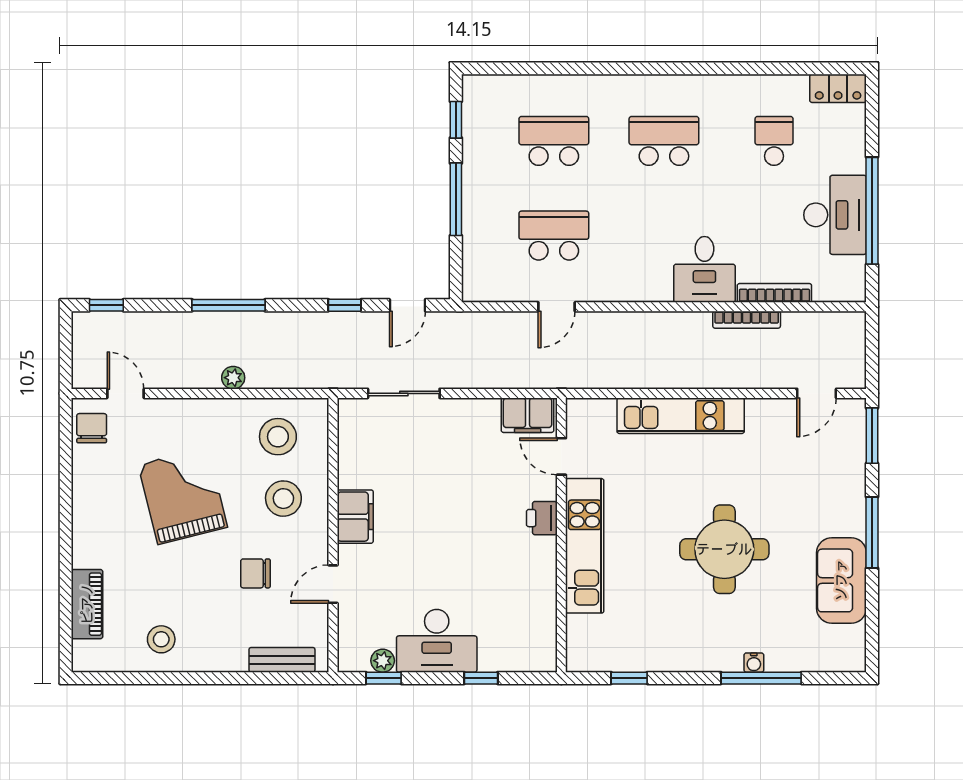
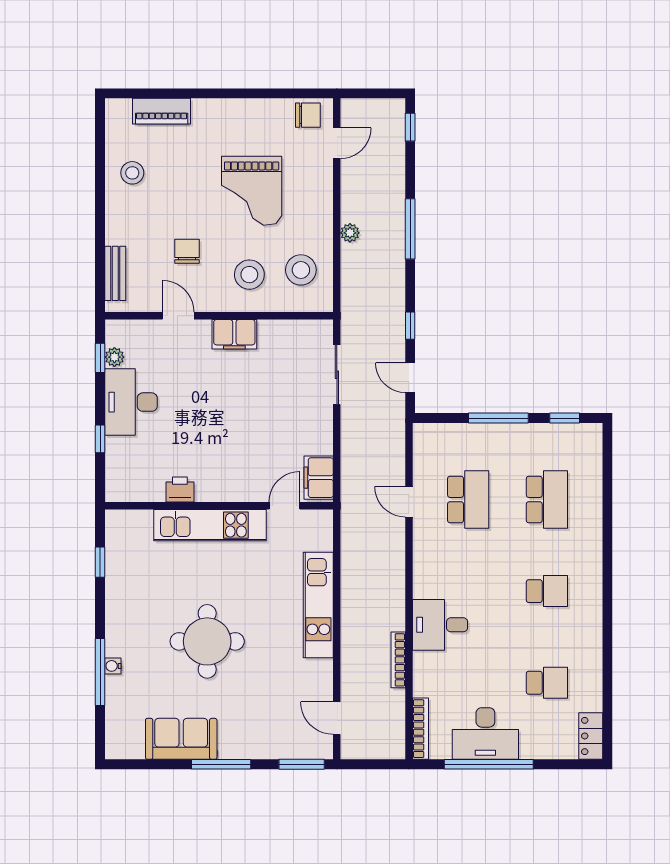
school desk: (664, 141) -> (547, 591), width x0.54
bookcase: (774, 293) -> (420, 729), moved
grand piano: (183, 496) -> (252, 191), turned 104
printer: (542, 518) -> (180, 490), moved

